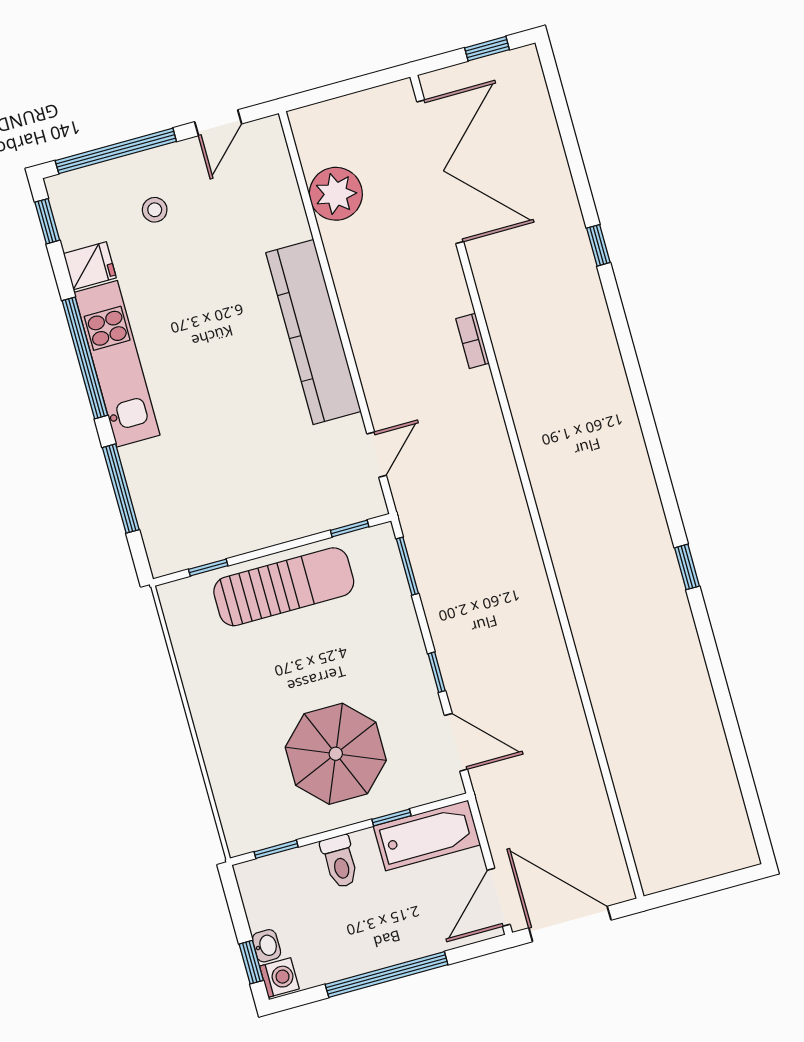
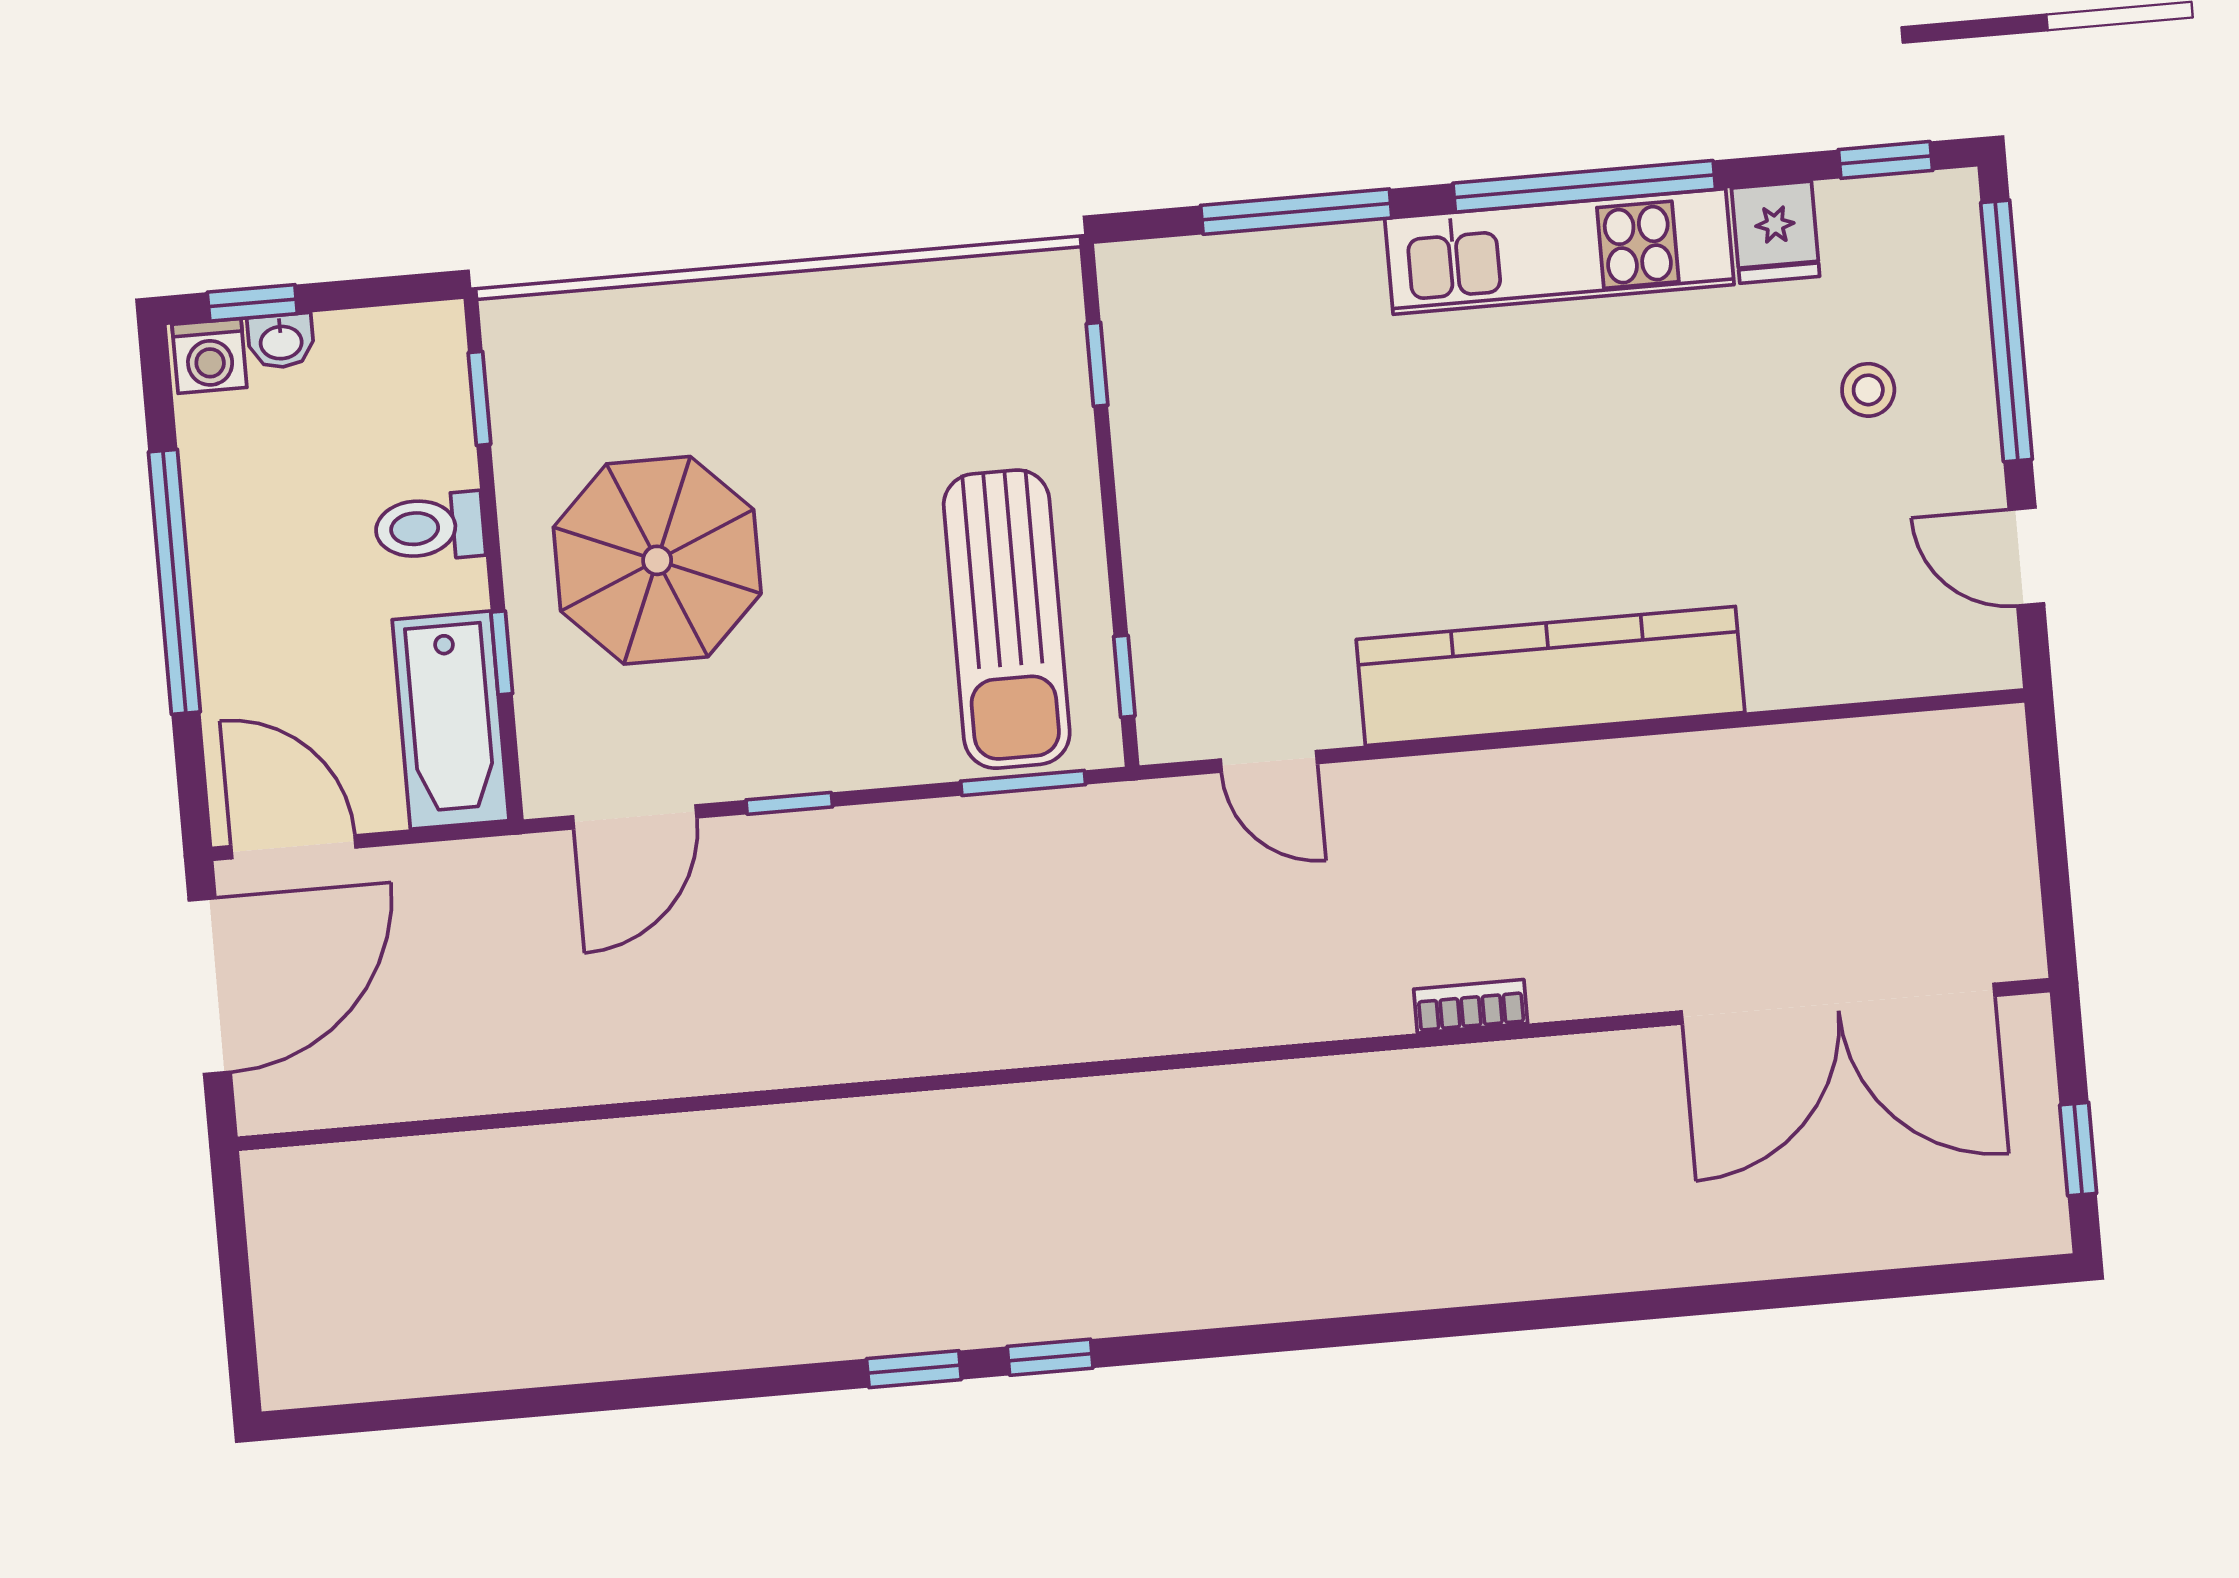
plant: (336, 194) -> (1832, 776), removed
window: (598, 245) -> (1050, 1357), moved
sun lounger: (284, 587) -> (1007, 619), moved

